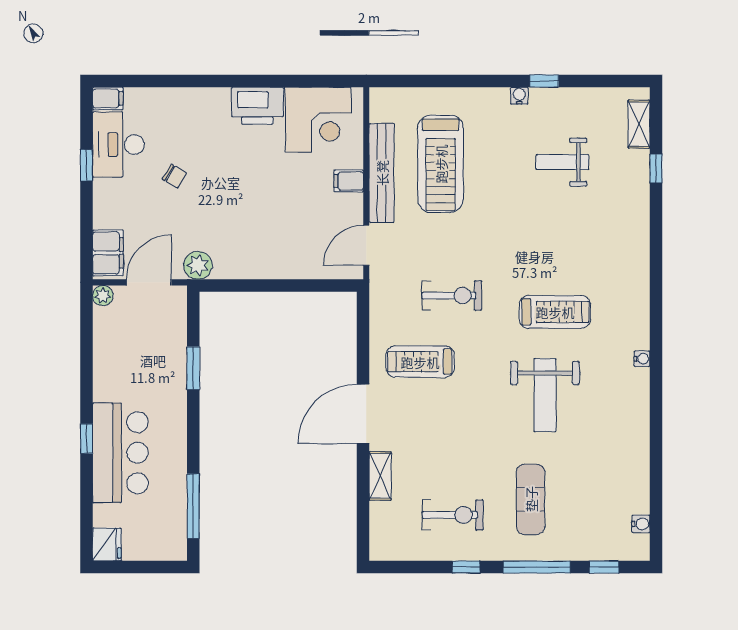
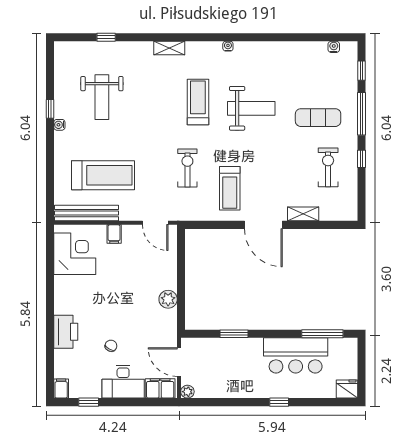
printer: (257, 106) -> (66, 332), moved
shelving: (639, 124) -> (169, 48), moved
desk: (118, 145) -> (123, 382), moved
weight bench: (562, 162) -> (102, 97), width x1.36, depth x1.33
window: (86, 165) -> (89, 402), moved
bench: (382, 173) -> (86, 213), moved
plant: (198, 265) -> (168, 299), moved
bar counter: (120, 453) -> (296, 355), moved, turned 180

